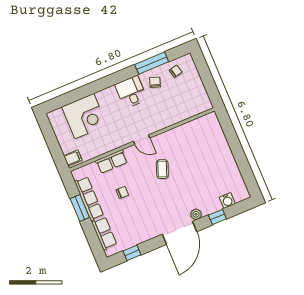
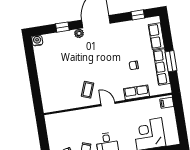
coffee table: (162, 169) -> (88, 90), moved
water cooler: (227, 200) -> (37, 41), moved

